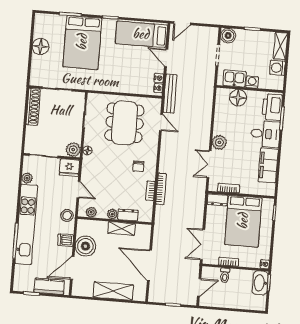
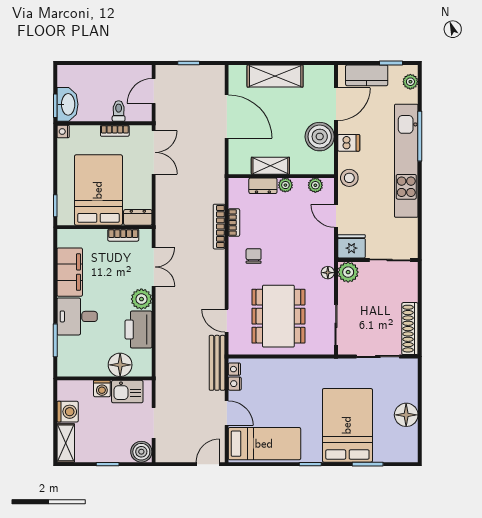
printer: (272, 107) -> (139, 330), moved, turned 180
plant: (27, 178) -> (410, 82), moved

